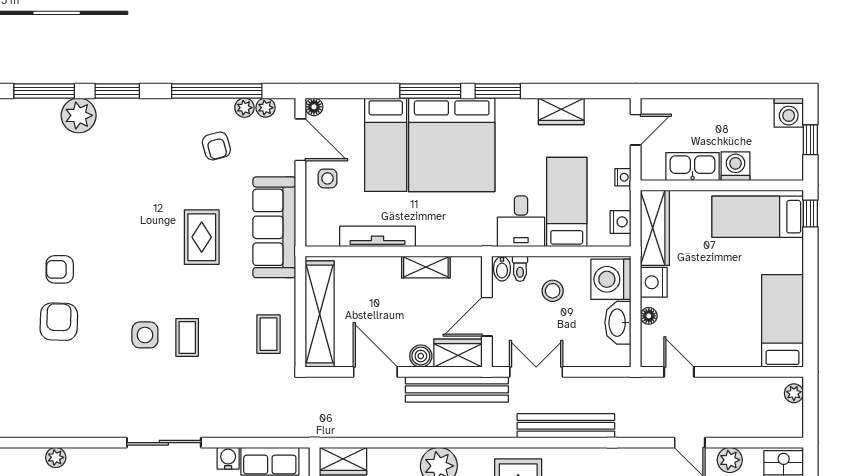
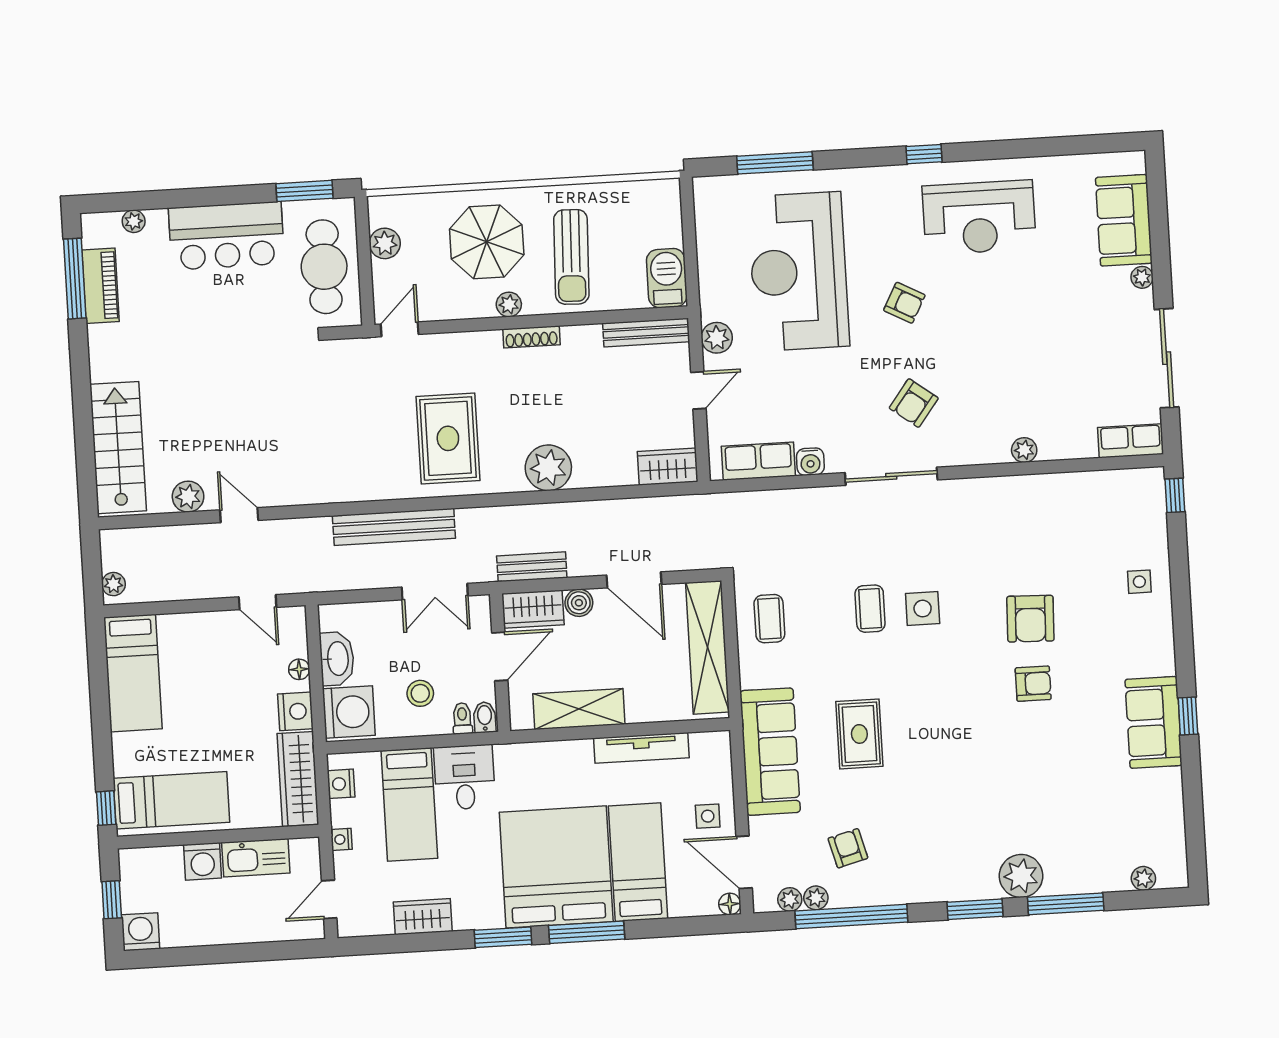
shelving: (426, 267) -> (579, 709), width x1.50, depth x1.33
bench: (457, 389) -> (532, 567), width x0.54, depth x0.82

